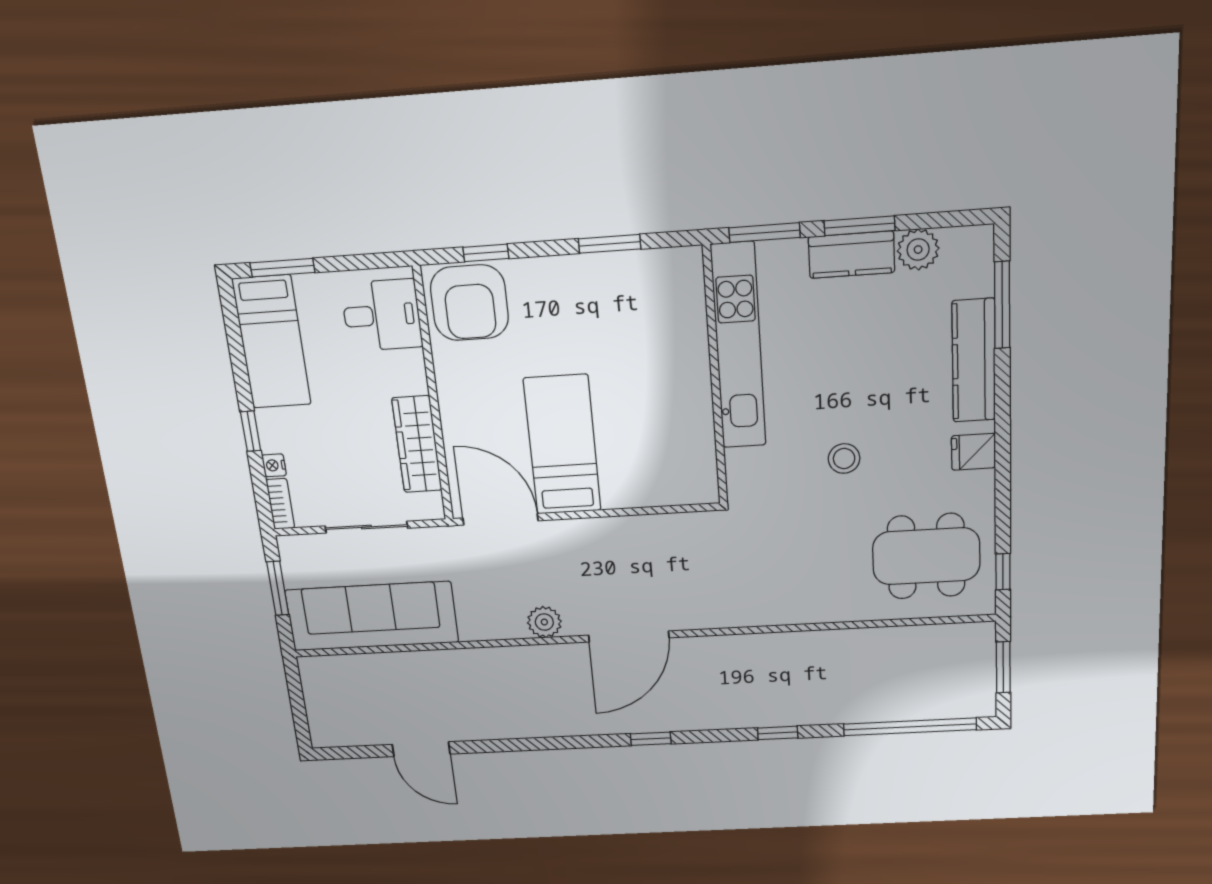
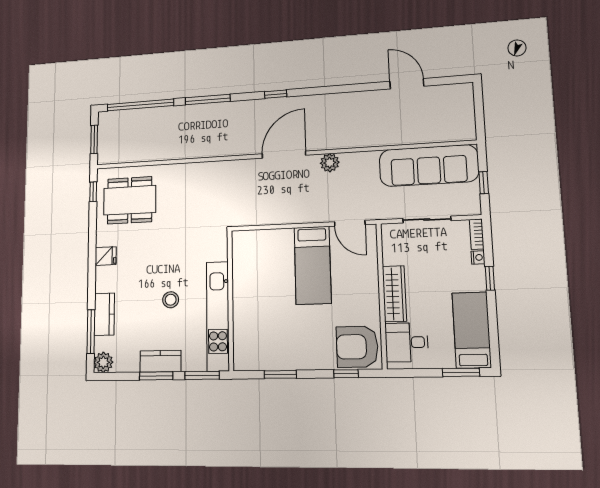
plant: (918, 250) -> (103, 362), moved
armchair: (469, 303) -> (357, 347), turned -90
kitchen counter: (974, 361) -> (104, 314), width x0.67
wardrobe: (417, 444) -> (394, 294), moved
stool: (844, 459) -> (171, 300), moved
door: (500, 519) -> (350, 223), width x0.73
window: (278, 588) -> (484, 183), width x0.67
window: (778, 733) -> (208, 100), width x2.17

